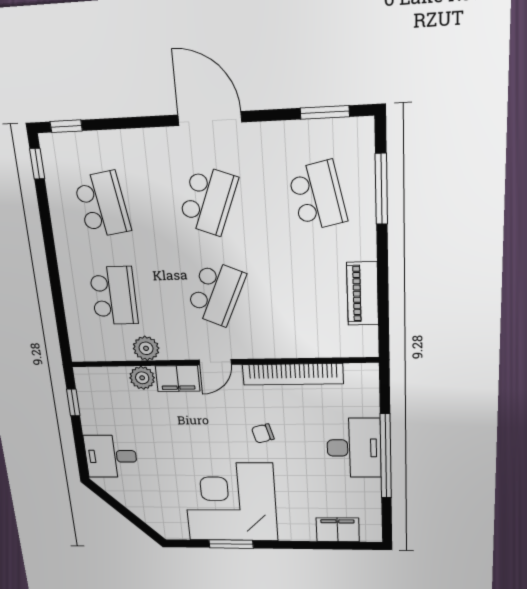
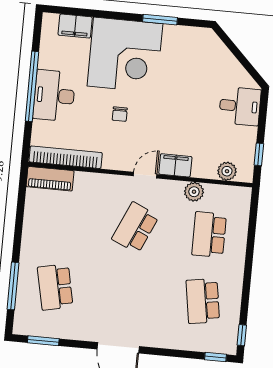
school desk: (208, 200) -> (129, 294), removed
piano: (363, 294) -> (50, 179), moved, turned 90
bookcase: (293, 374) -> (66, 157), moved
plant: (142, 378) -> (227, 171), moved
chair: (263, 433) -> (120, 114), turned 105
corner desk: (231, 502) -> (125, 55), moved

